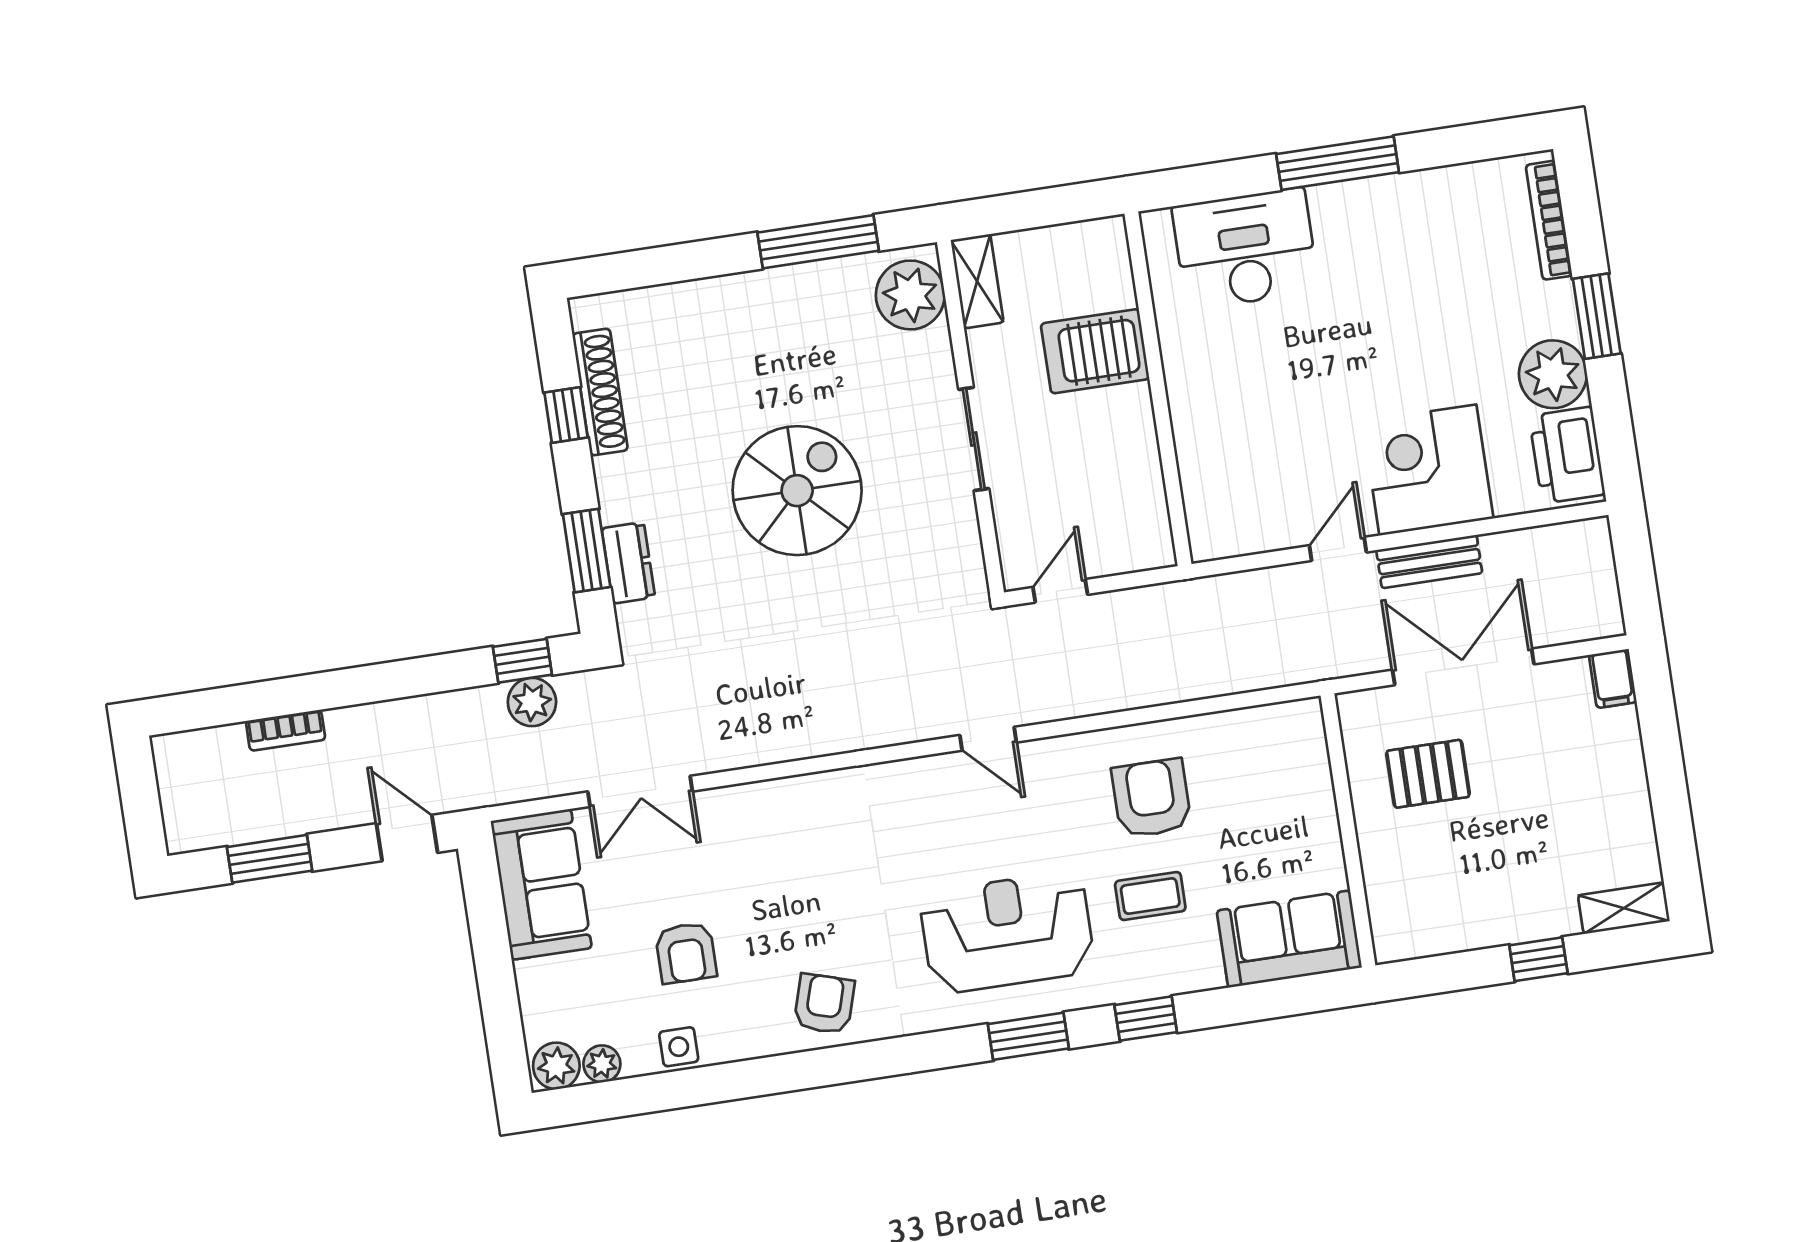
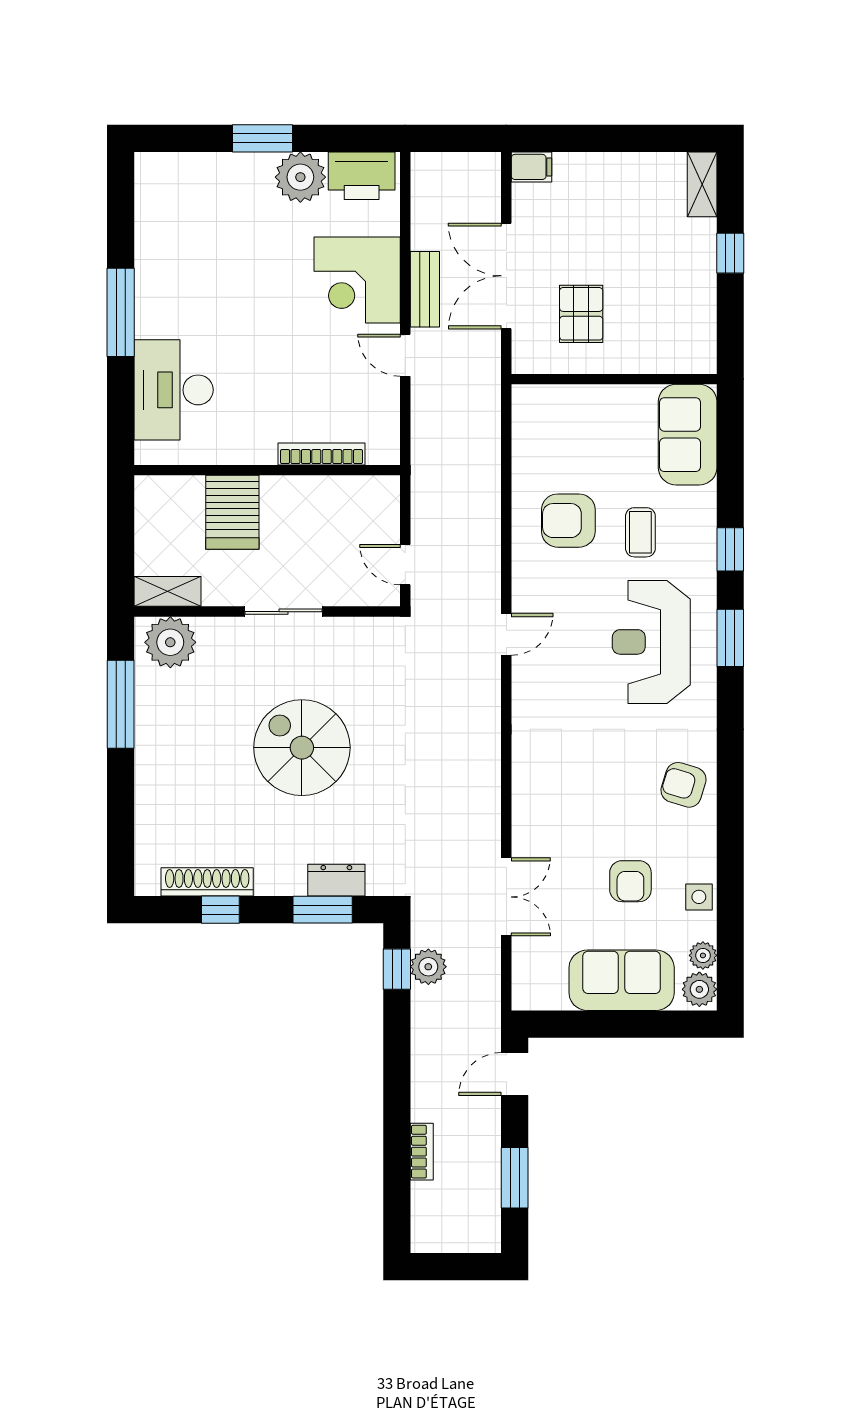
bookcase: (1549, 220) -> (322, 454), moved, turned 180
sofa: (541, 884) -> (622, 980), moved
armchair: (686, 953) -> (630, 881), turned 90

